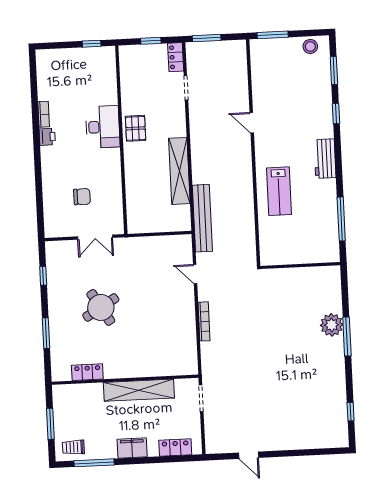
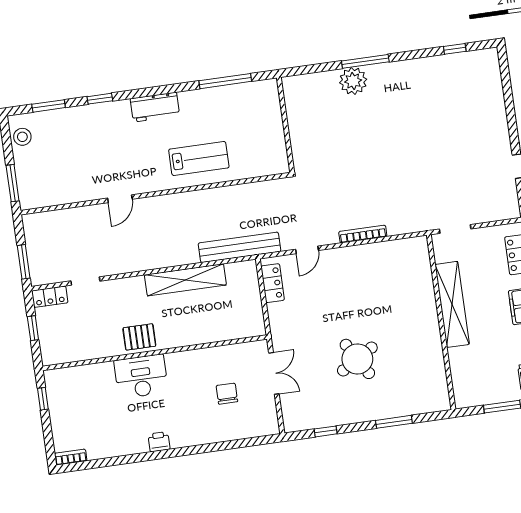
bookcase: (44, 114) -> (71, 457), moved
locker: (87, 372) -> (273, 283), moved, turned 180

